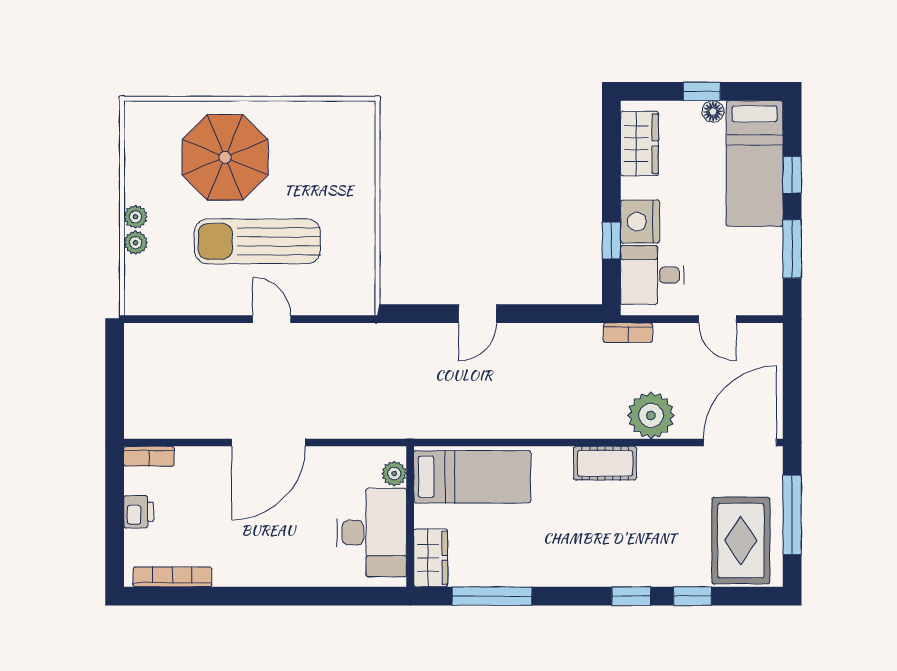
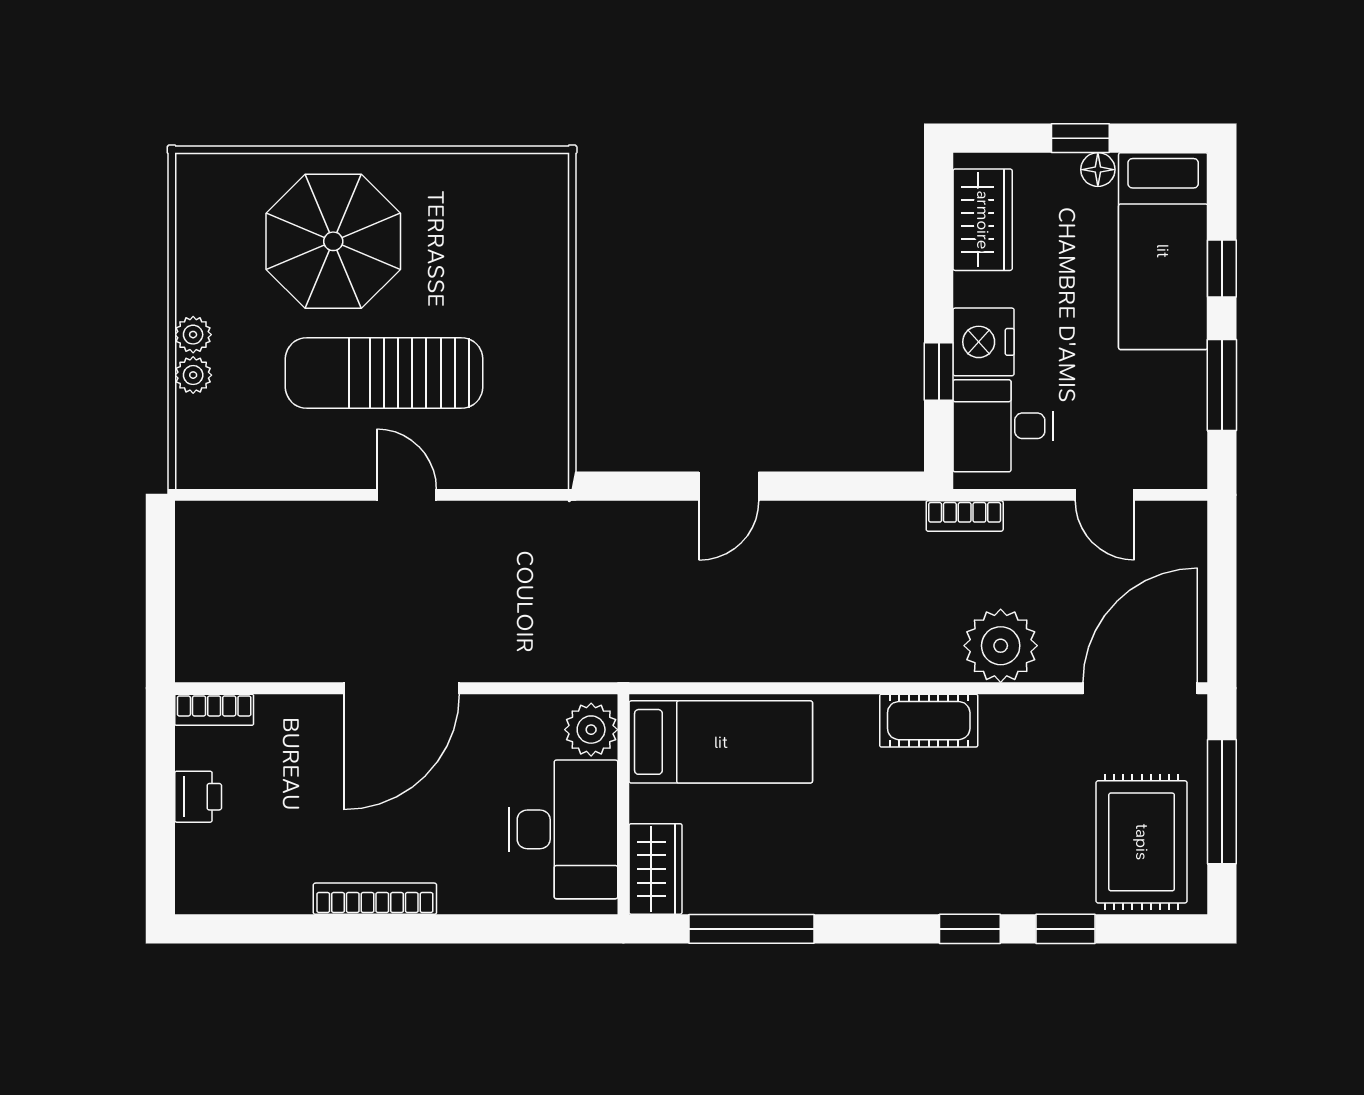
plant: (394, 474) -> (591, 730), width x1.38, depth x1.38
bookcase: (172, 577) -> (375, 899), moved

